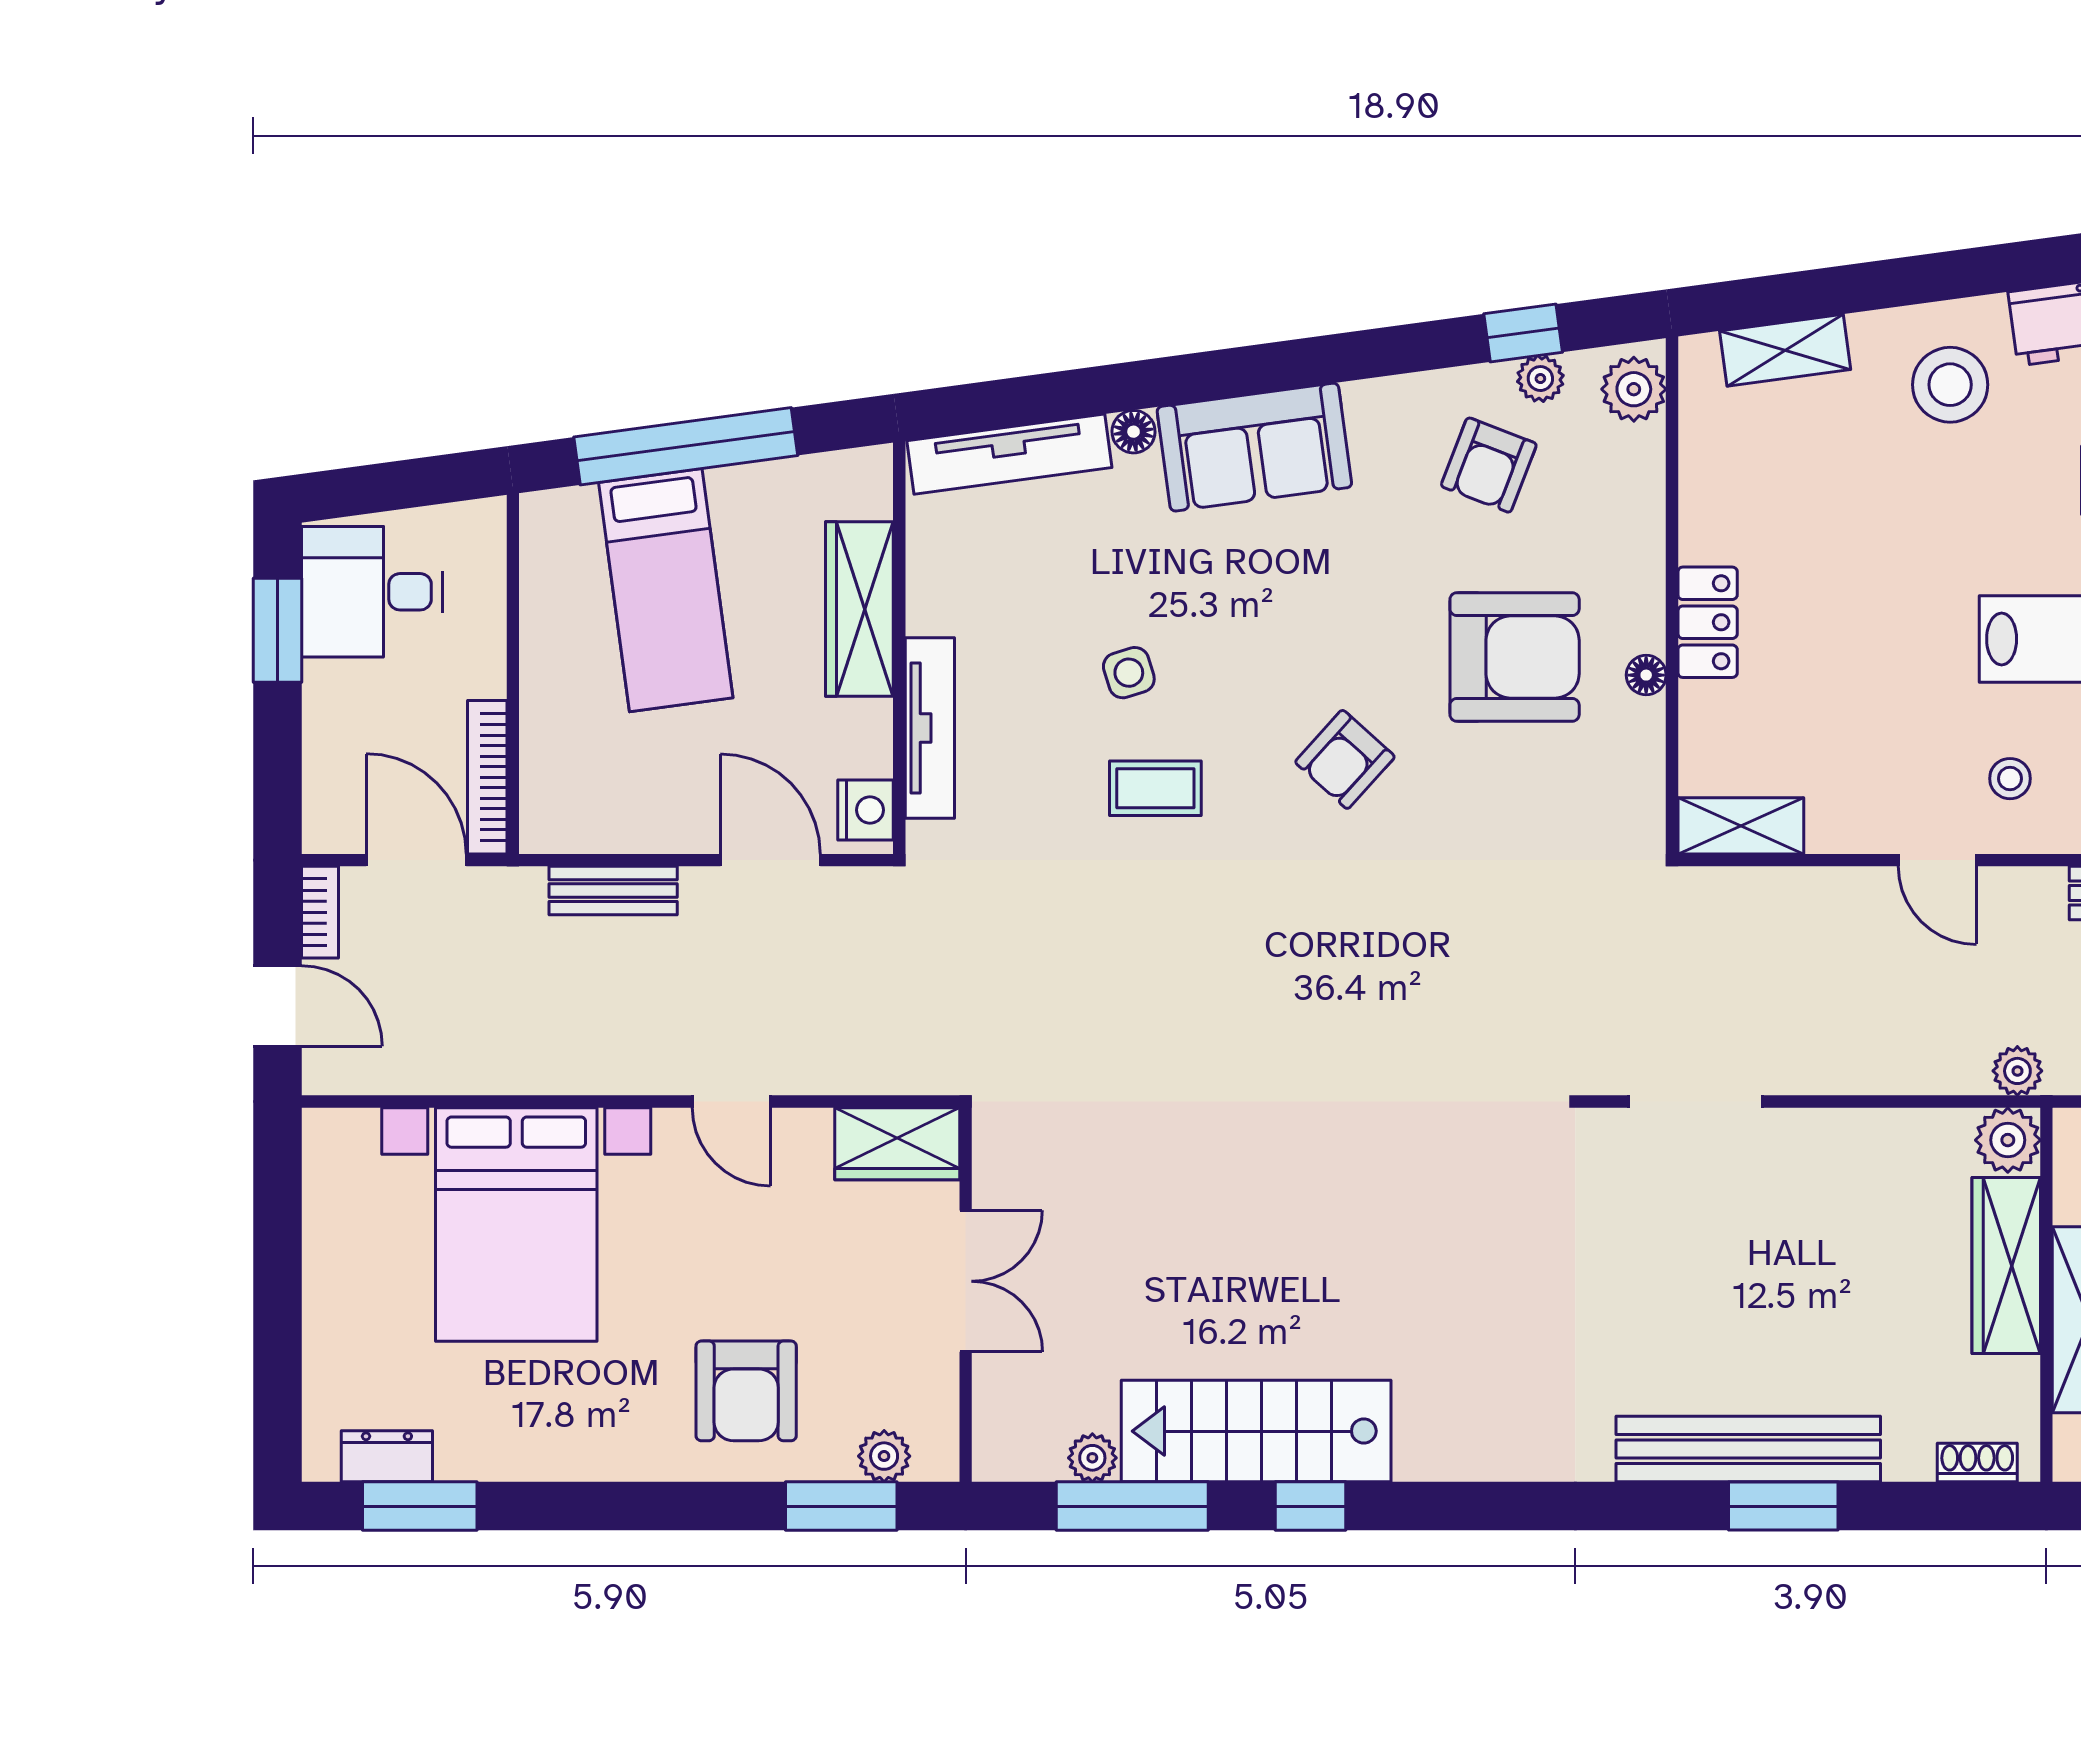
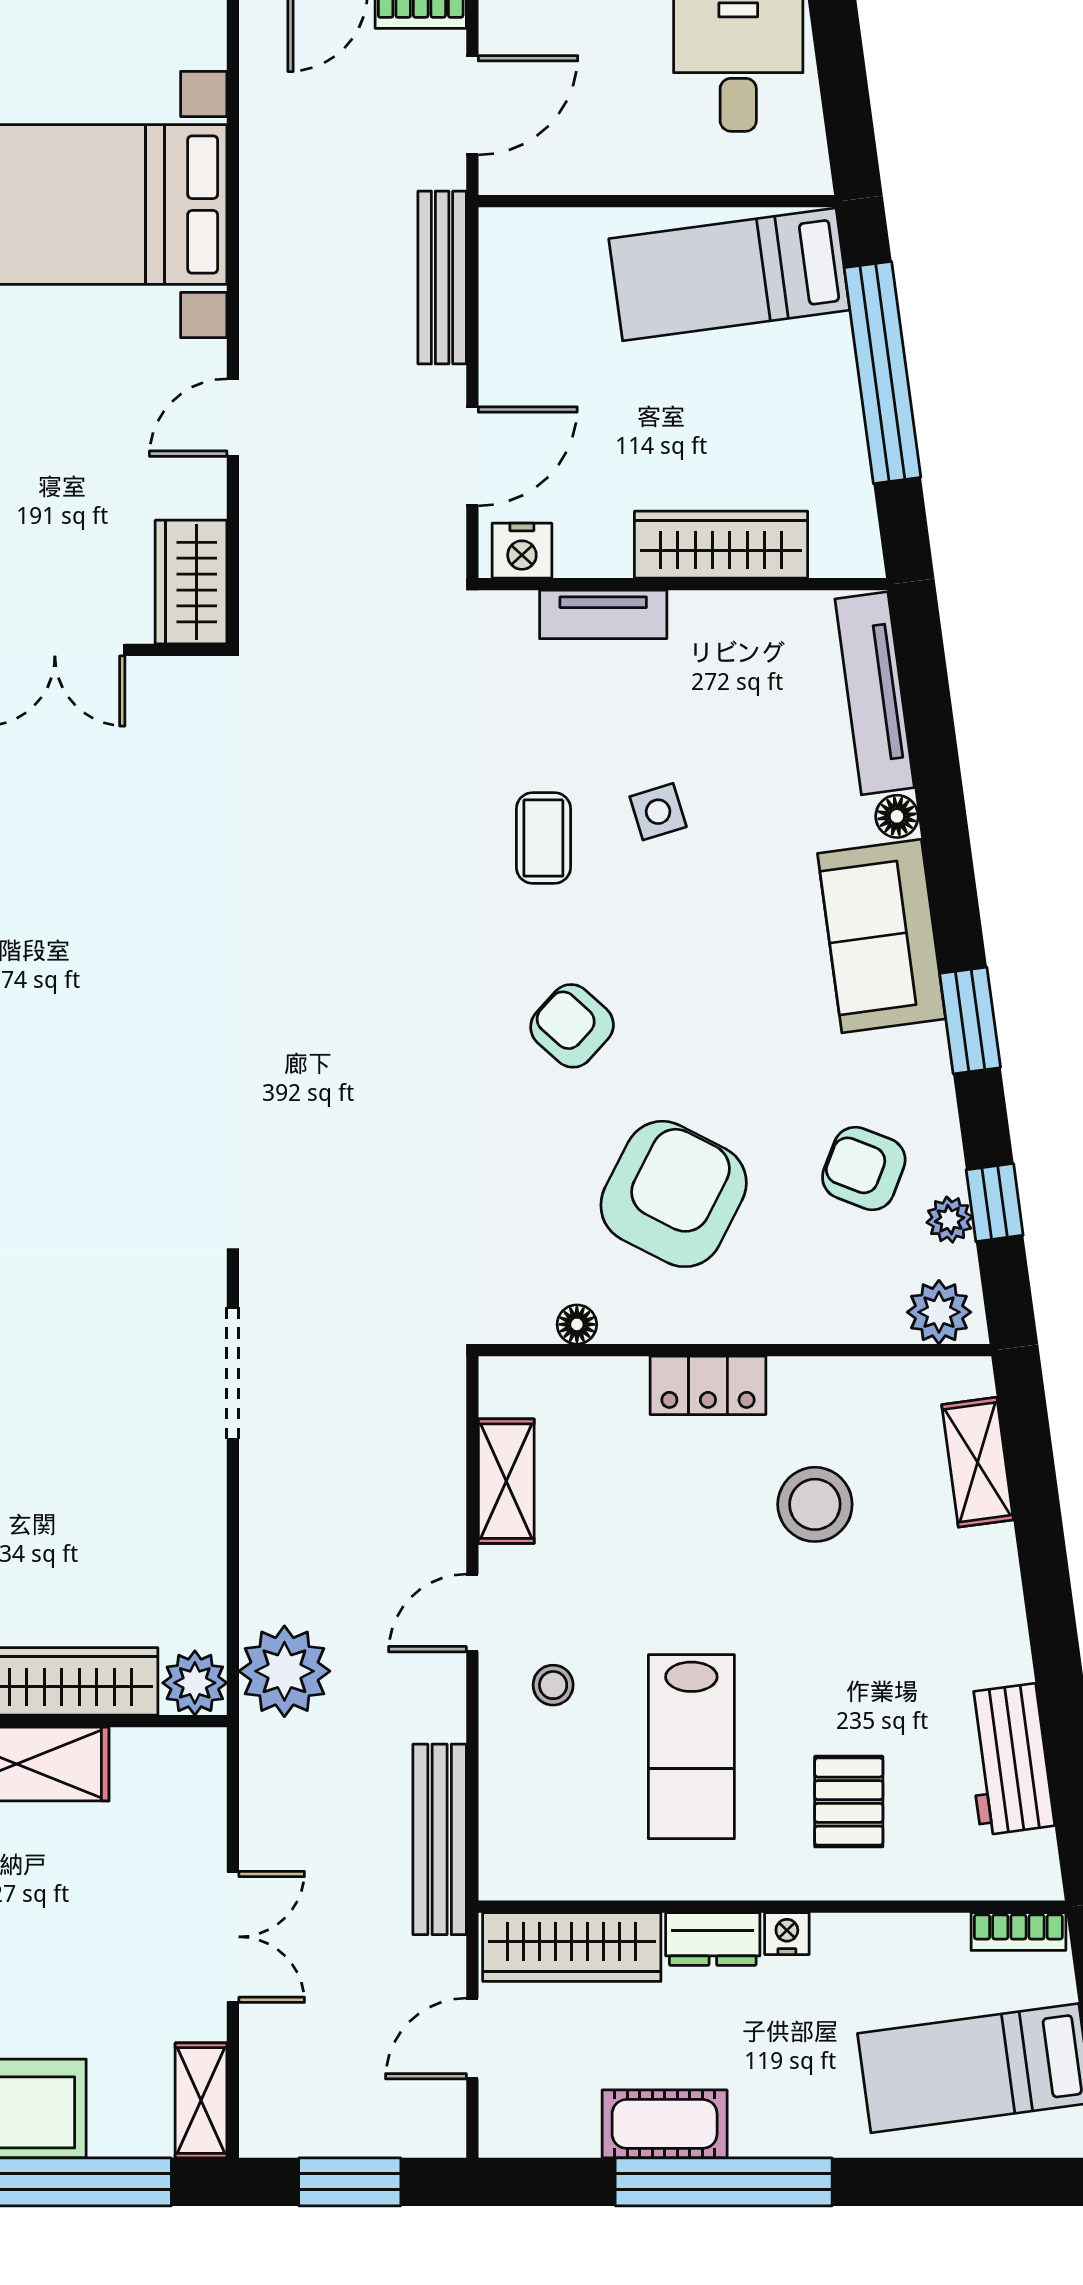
window: (1340, 358) -> (970, 1021), added
stool: (1950, 385) -> (815, 1504), moved
bed: (666, 590) -> (729, 274), moved
armchair: (1515, 657) -> (674, 1194), turned -153
floor lamp: (1646, 675) -> (577, 1324), moved
tv unit: (930, 728) -> (603, 614), width x0.71
bookcase: (487, 777) -> (554, 176), removed
shelving: (1741, 826) -> (506, 1481), moved
bench: (613, 891) -> (442, 277), width x1.36
plant: (2017, 1071) -> (284, 1671), width x1.88, depth x1.88

